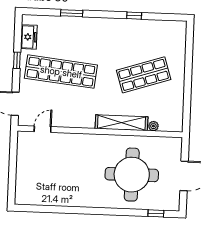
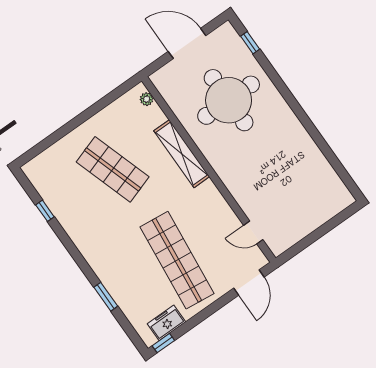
window: (134, 16) -> (45, 211), moved
window: (17, 60) -> (163, 343), moved
plant: (153, 126) -> (147, 99), moved

